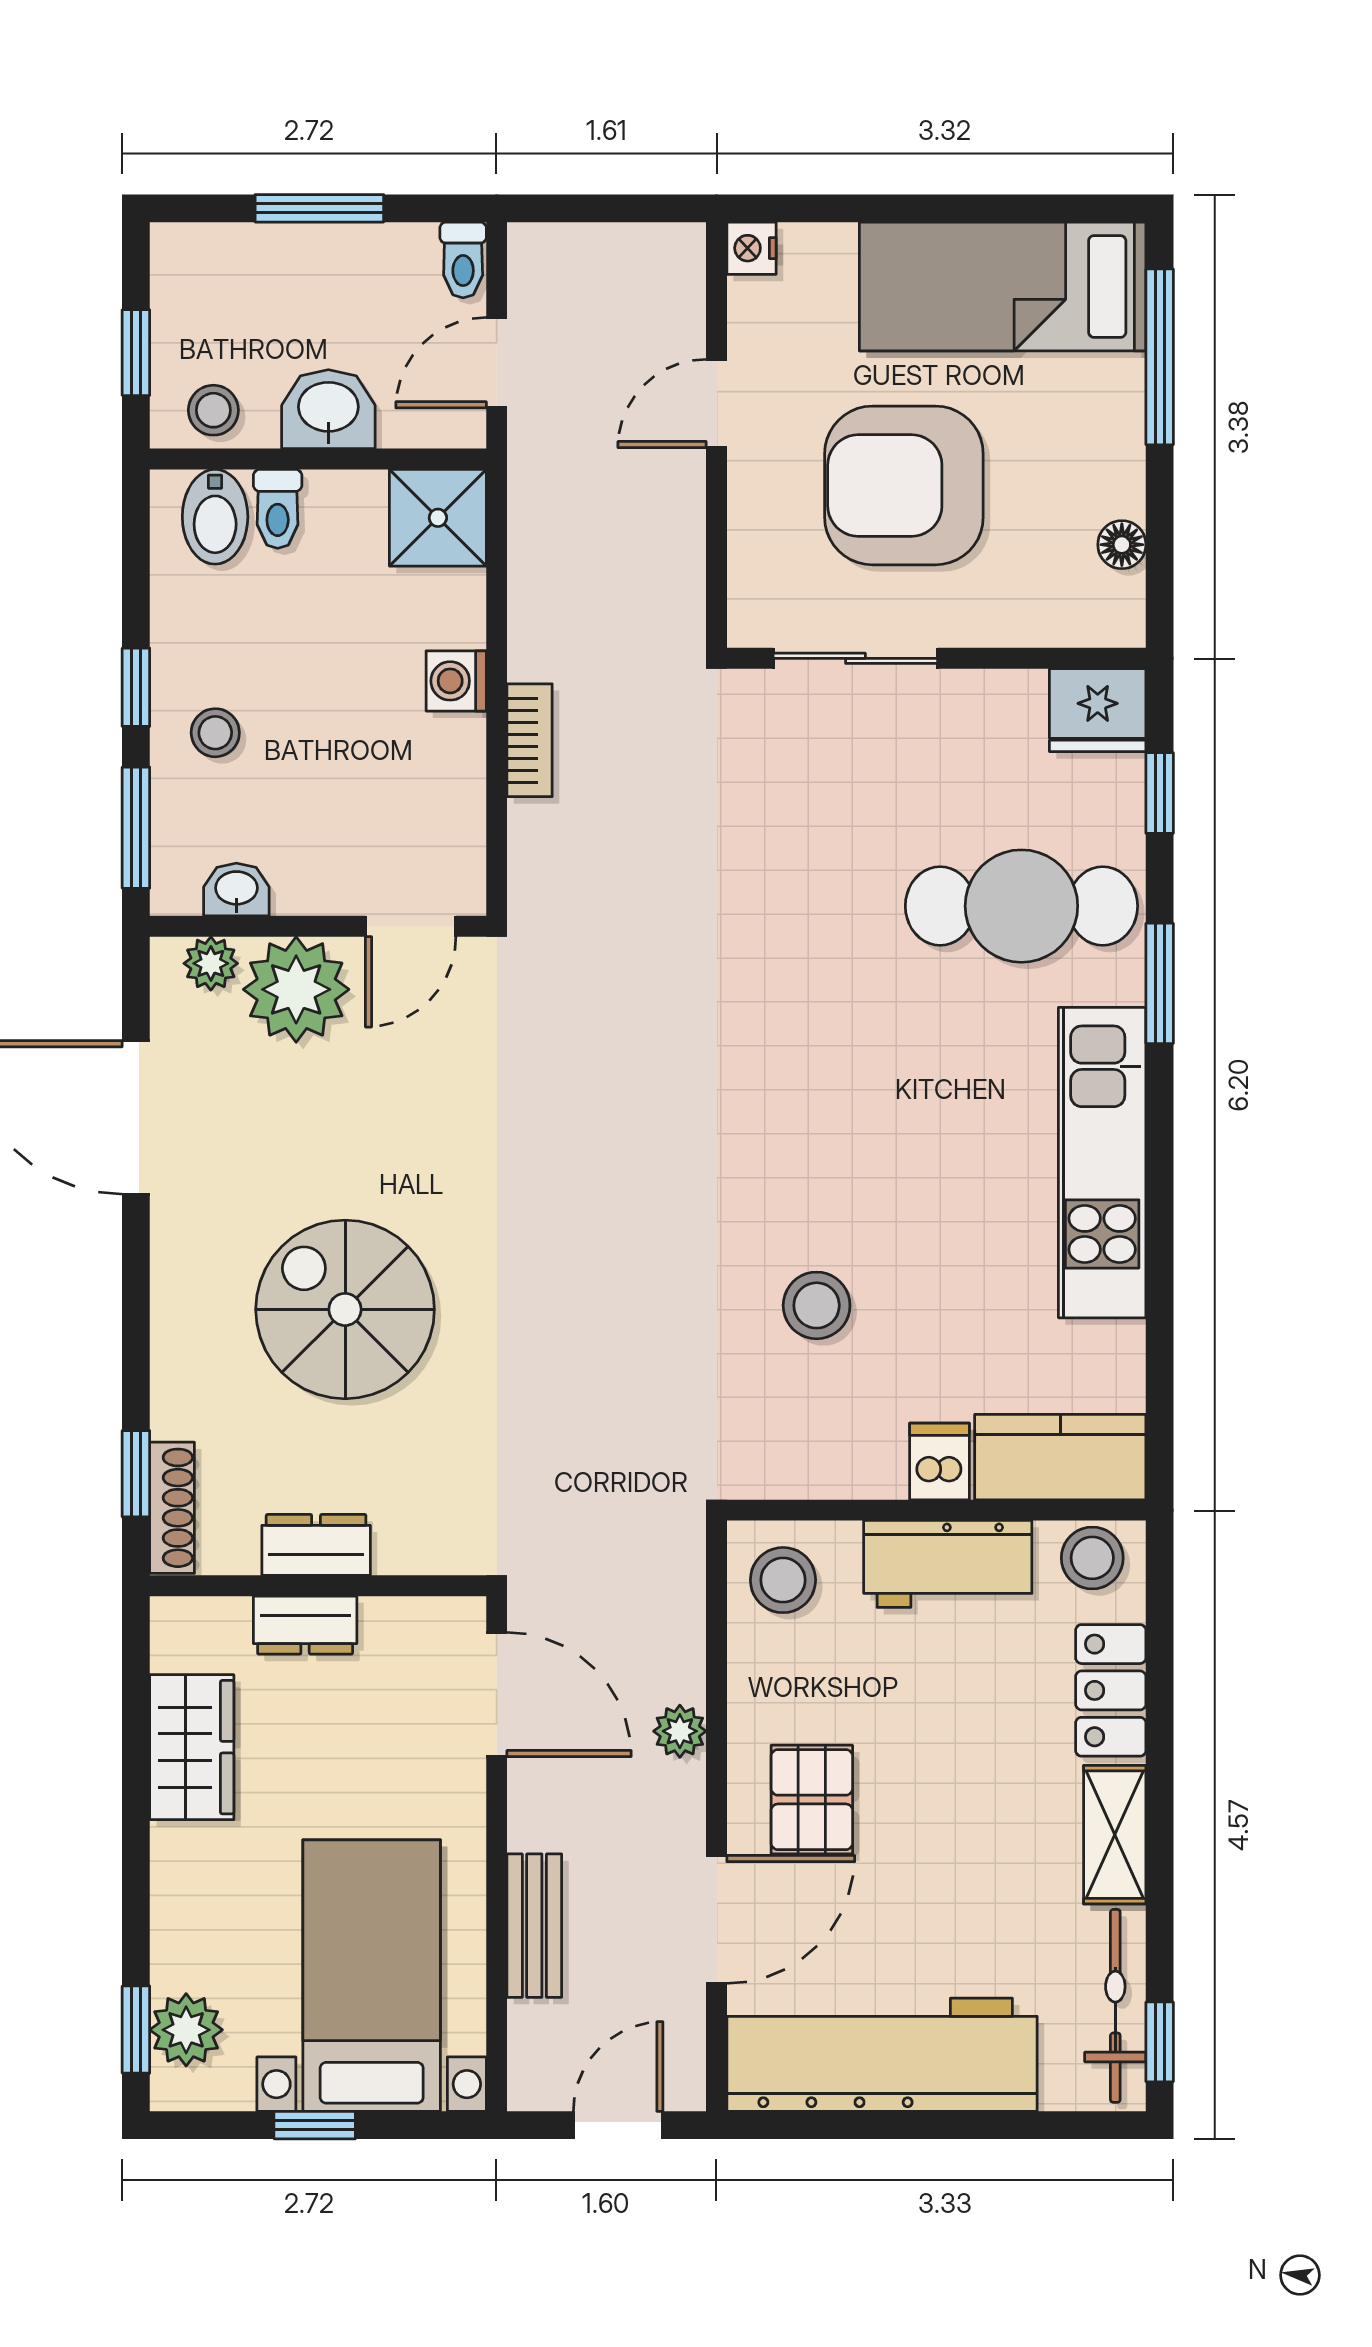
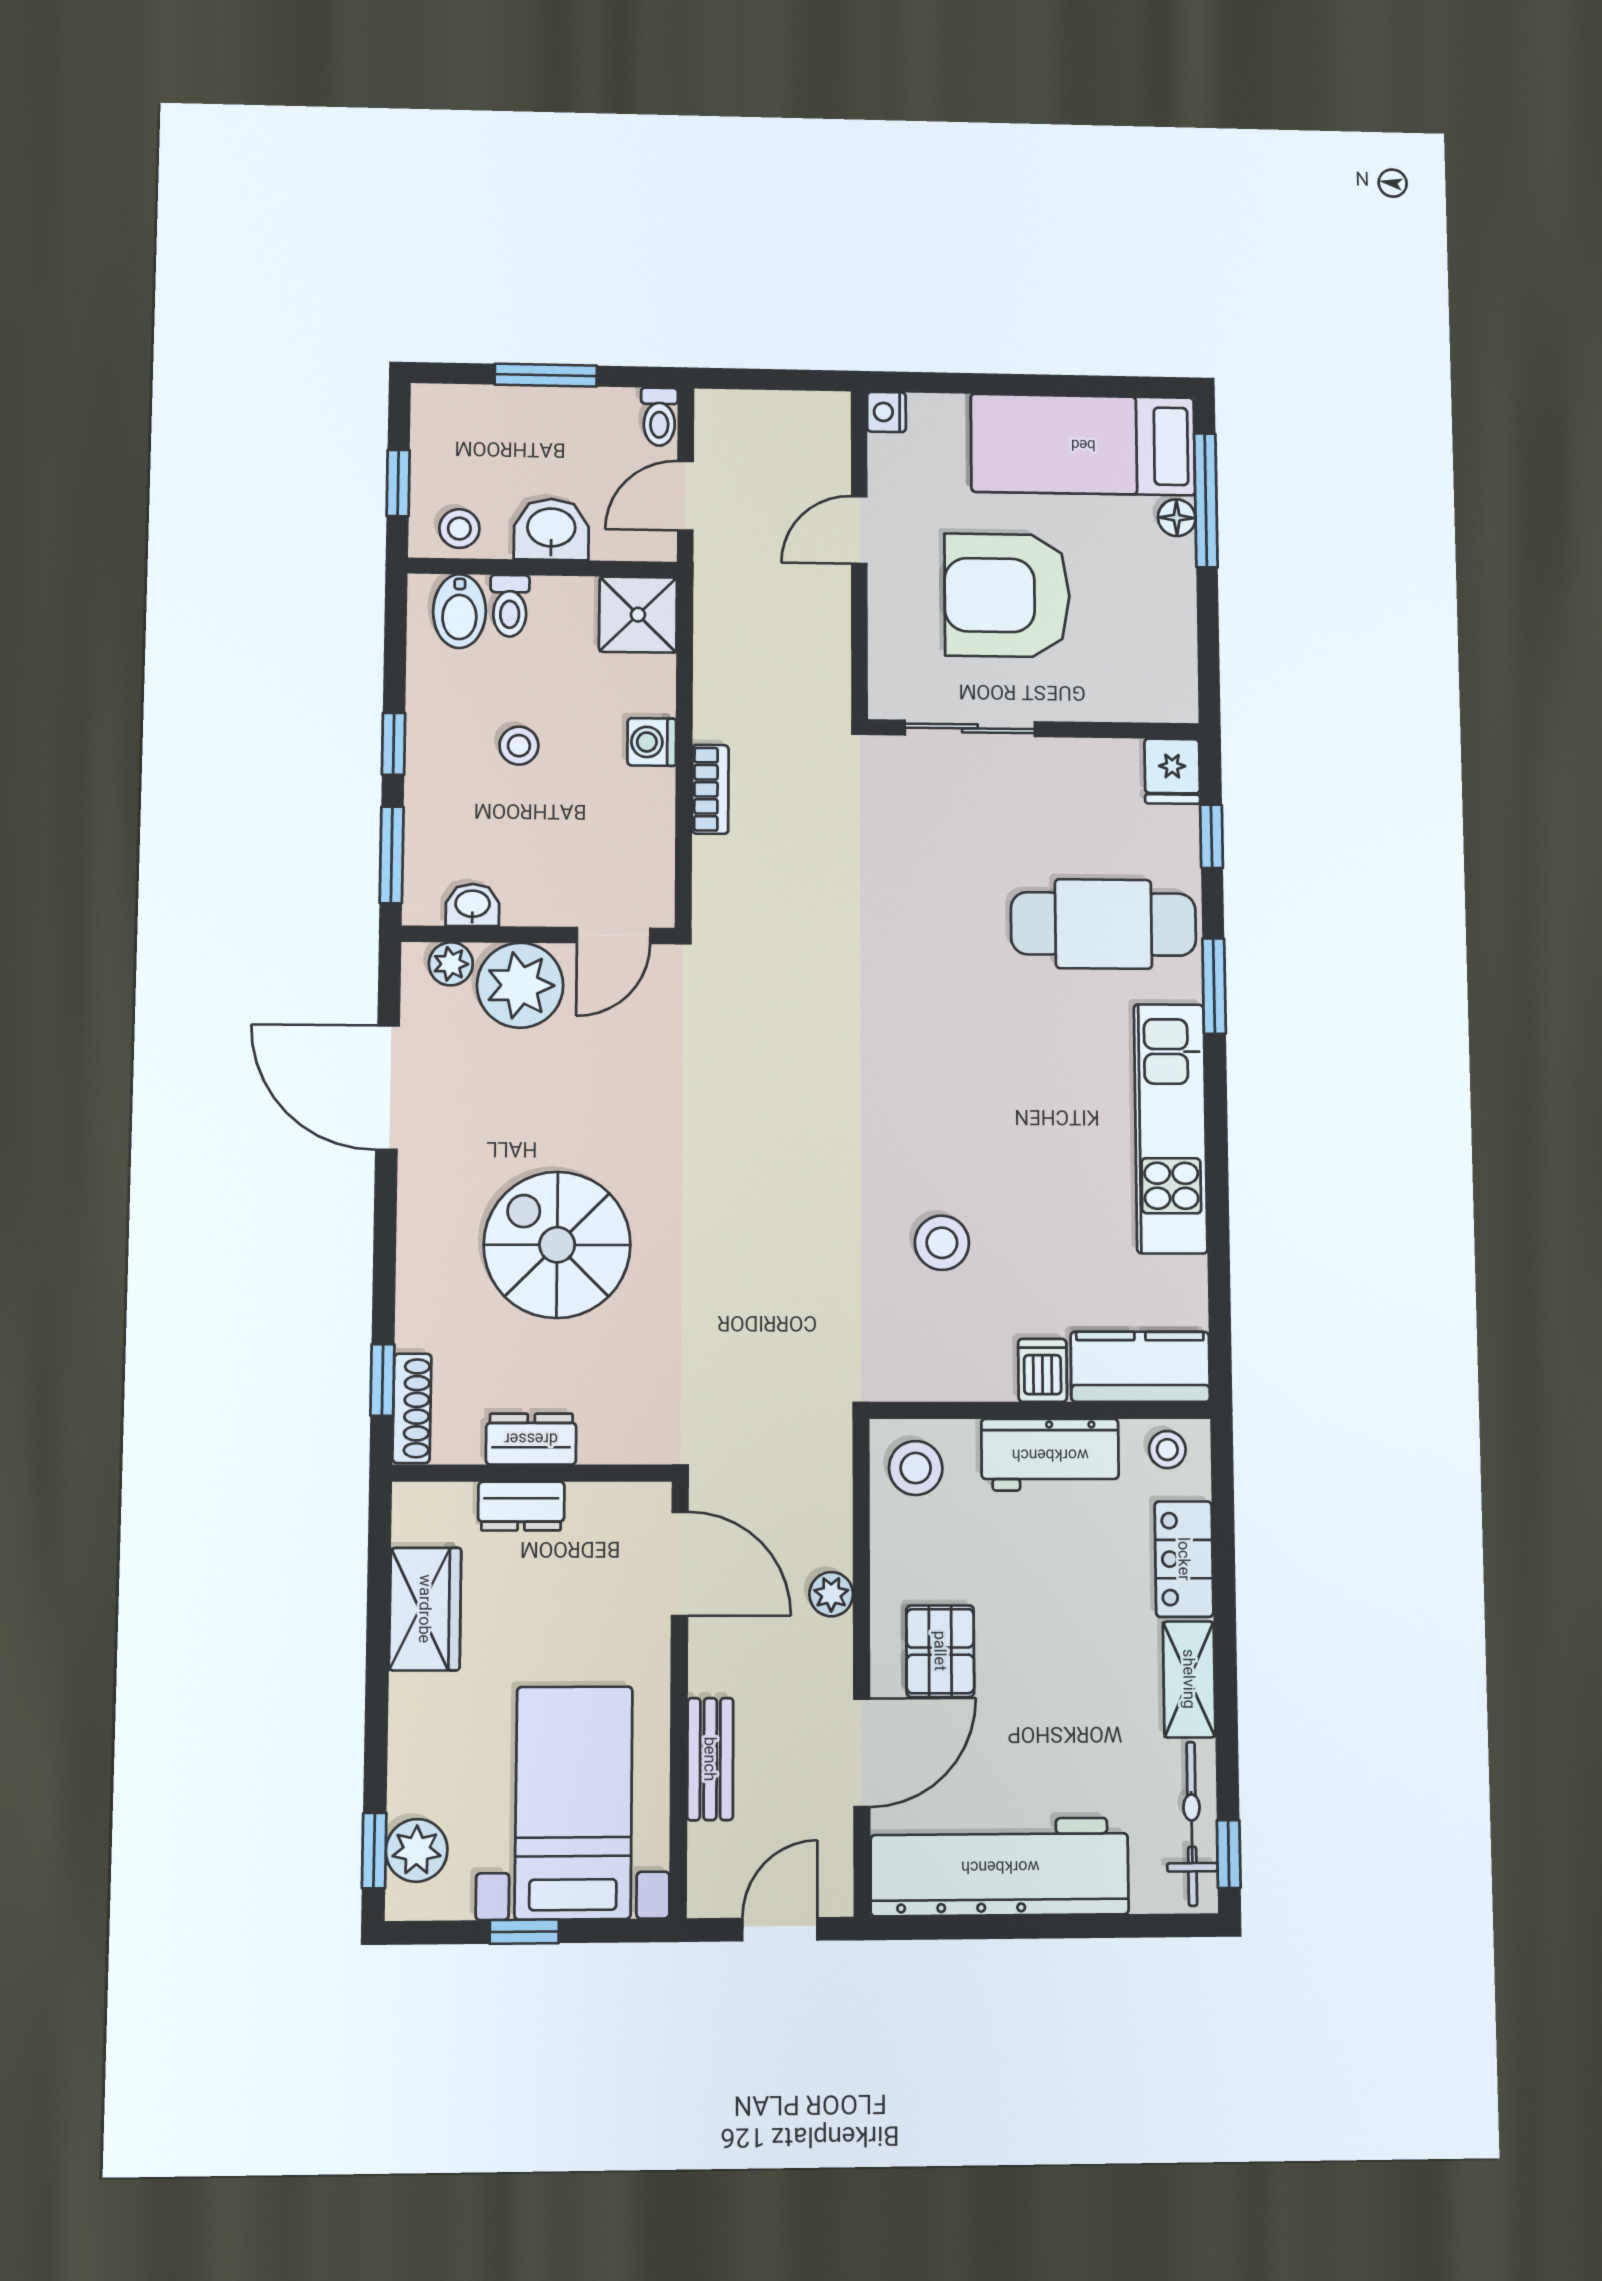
floor lamp: (1122, 545) -> (1177, 518), moved
fridge: (1098, 710) -> (1172, 771), width x0.72
stool: (215, 733) -> (519, 746), moved
stool: (1092, 1558) -> (1167, 1450), width x0.73, depth x0.73

